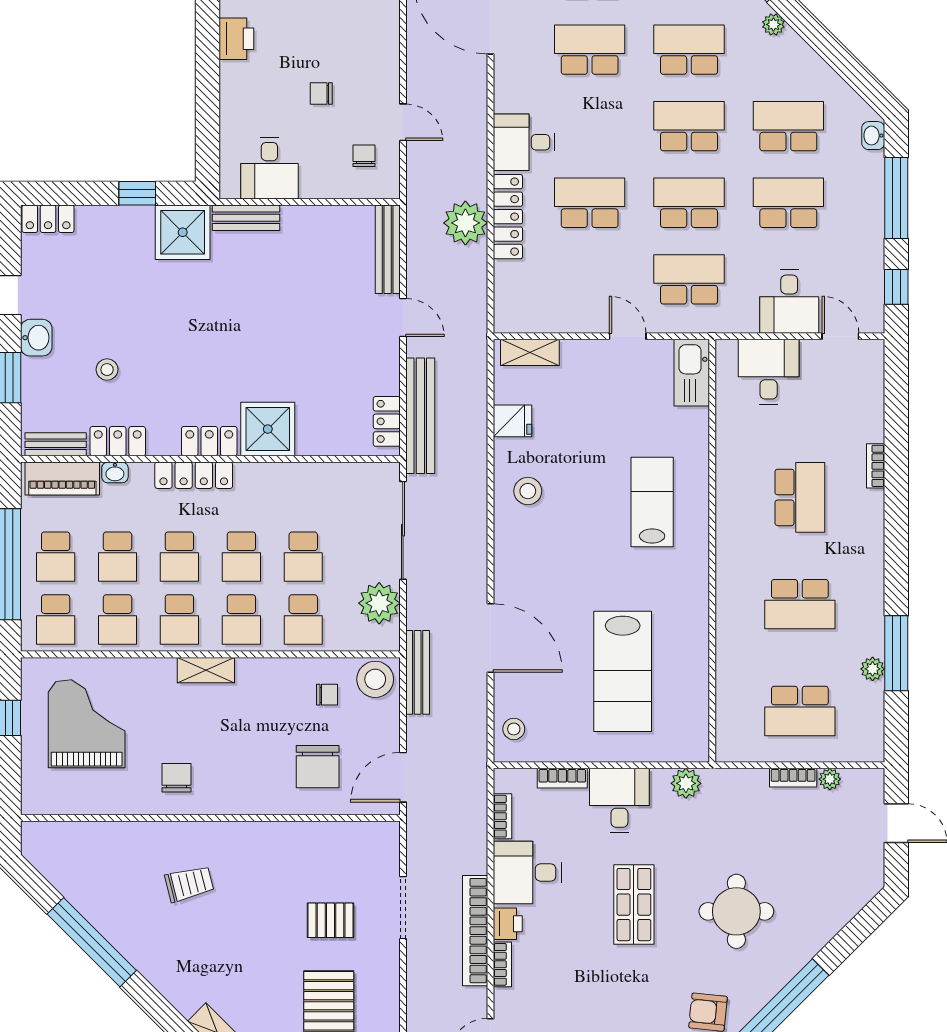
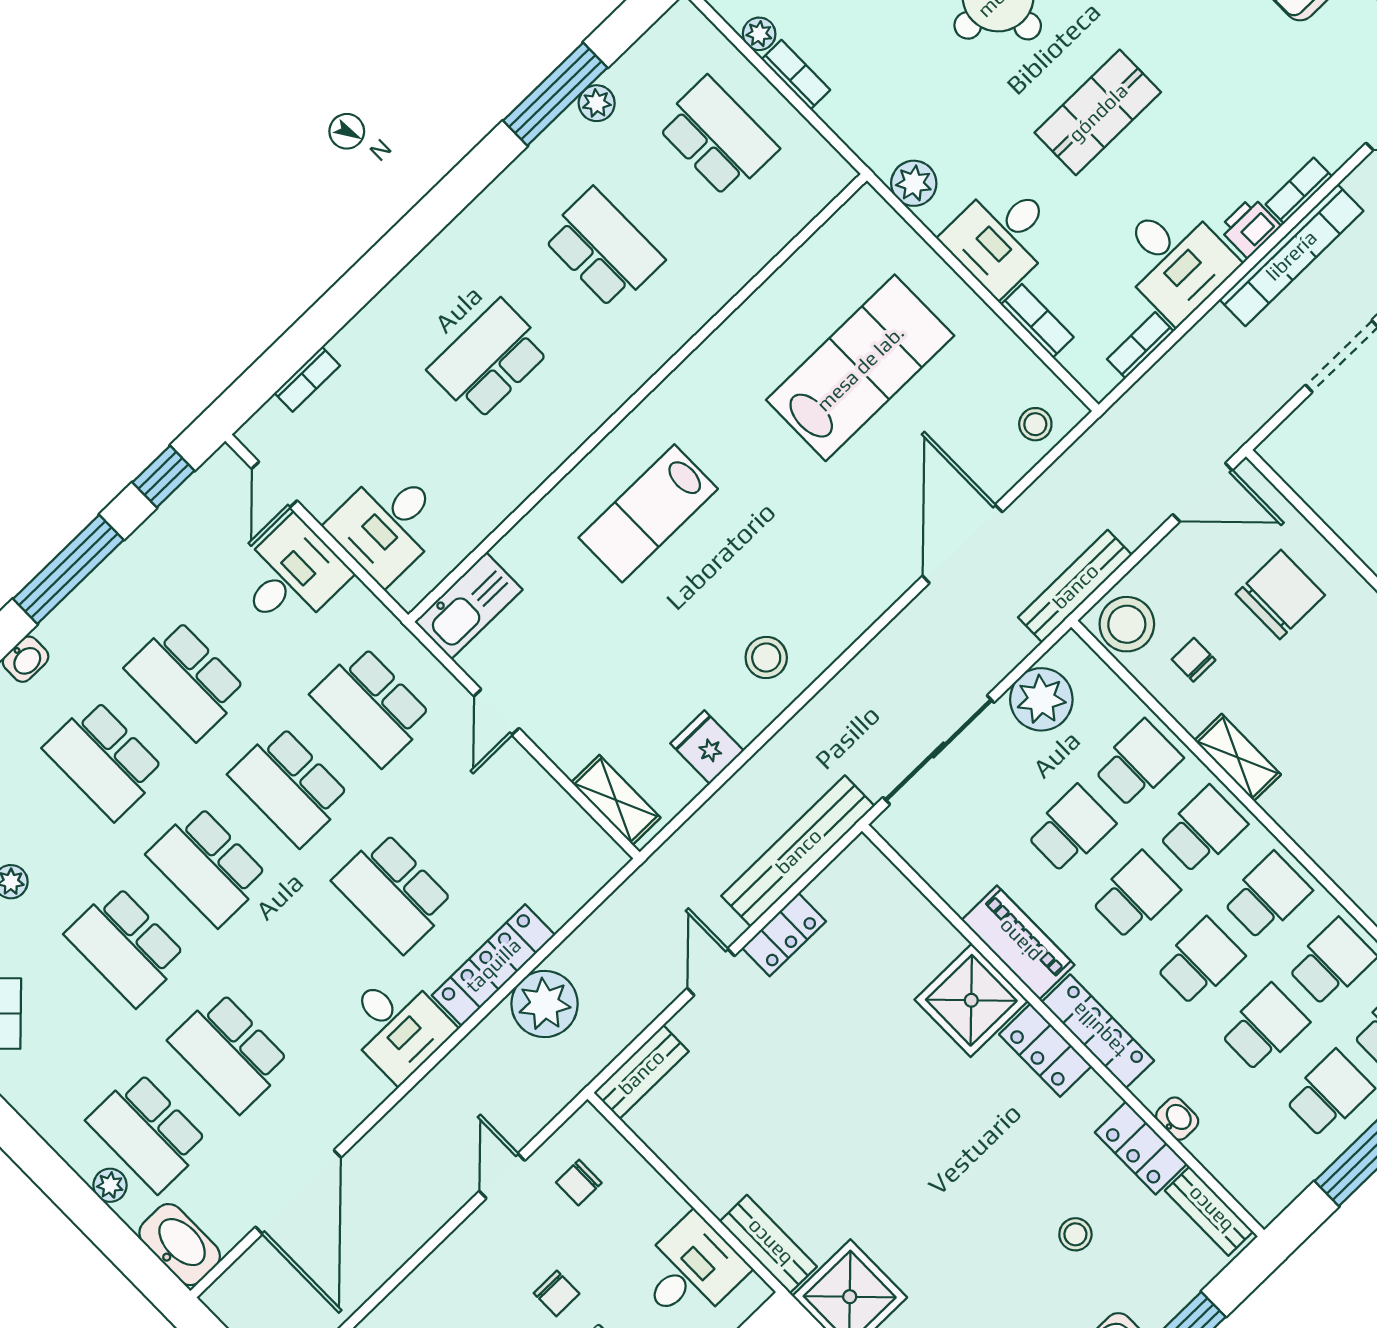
bench: (388, 249) -> (641, 1072), width x0.73
locker: (387, 421) -> (784, 935), moved
bookcase: (876, 466) -> (307, 379), moved
piano: (62, 478) -> (1018, 942), moved
shelving: (206, 670) -> (1238, 757), moved

